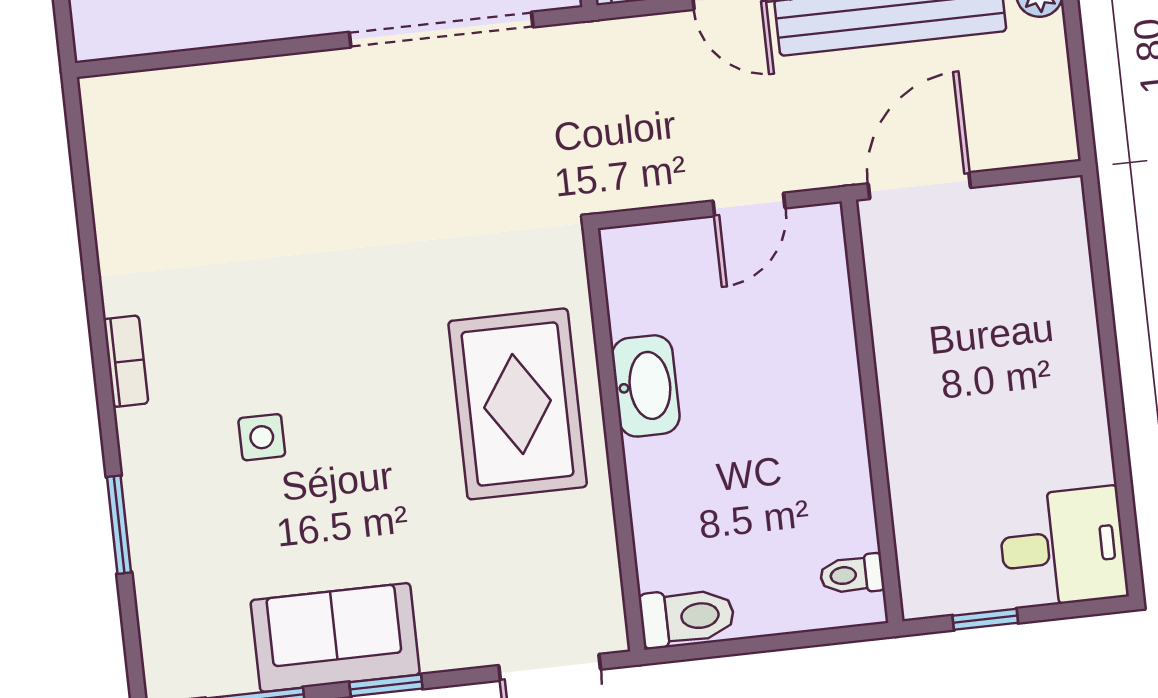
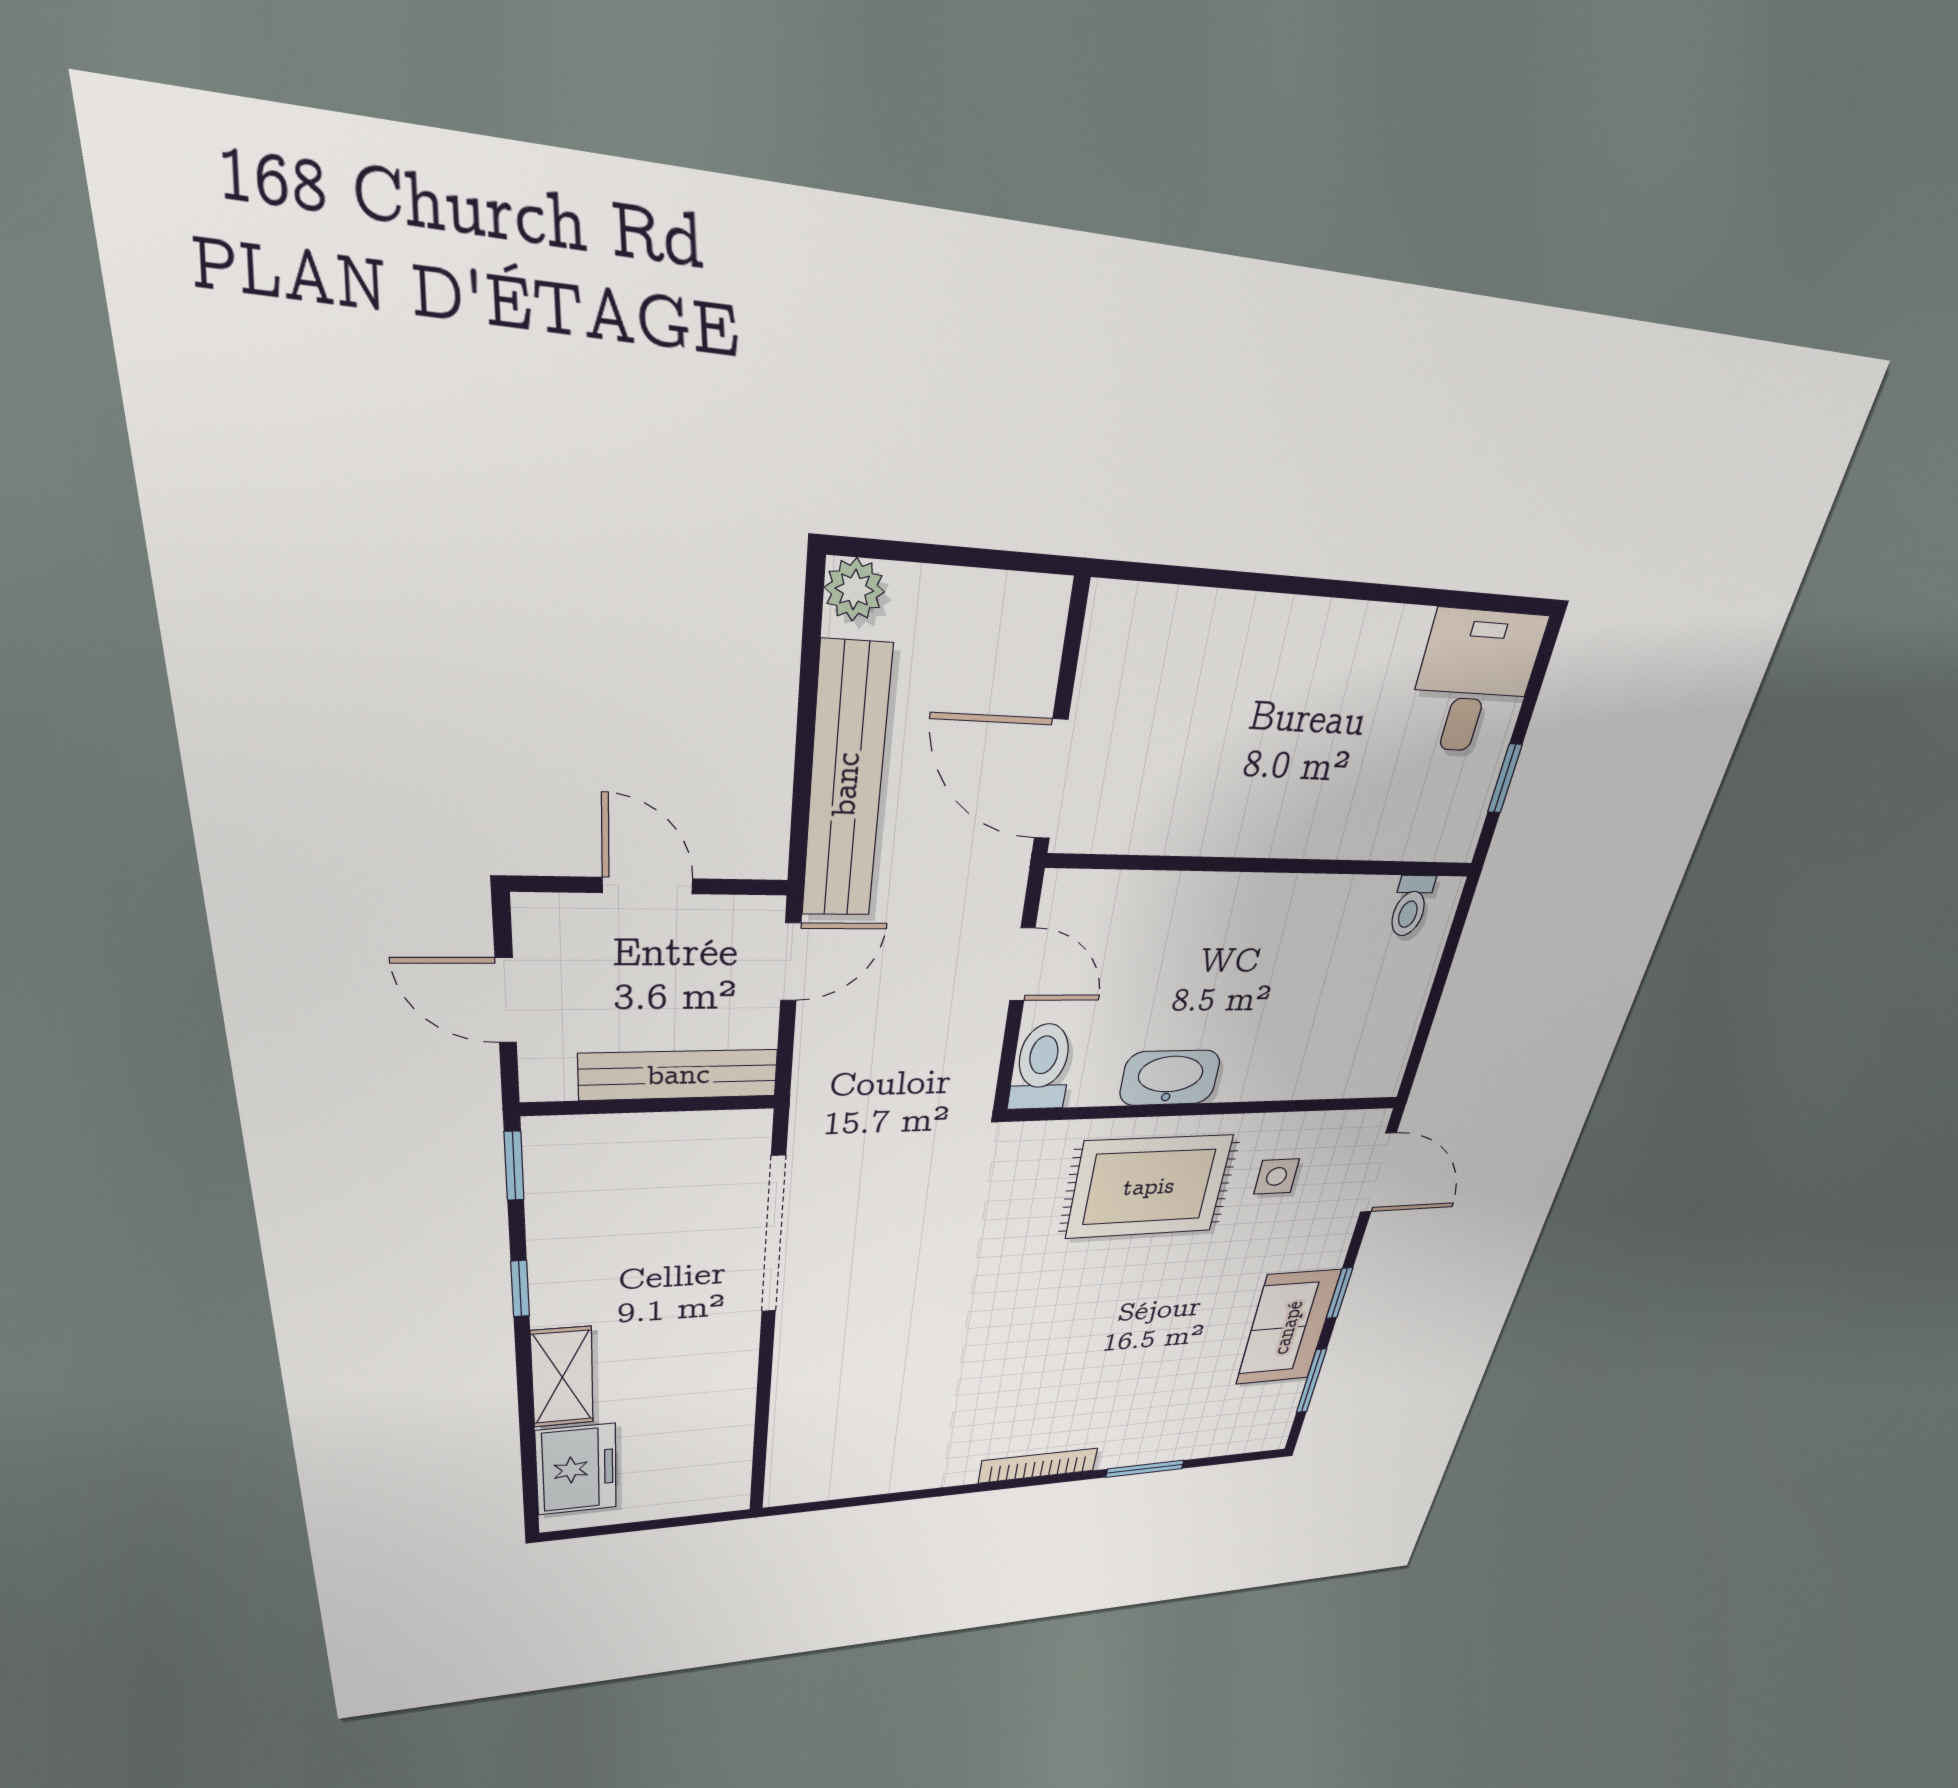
bookcase: (126, 361) -> (1038, 1466), width x1.56
side table: (262, 437) -> (1277, 1176), moved
toilet: (687, 617) -> (1042, 1067), moved

